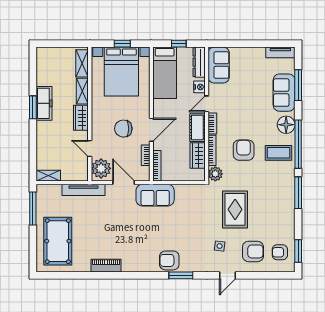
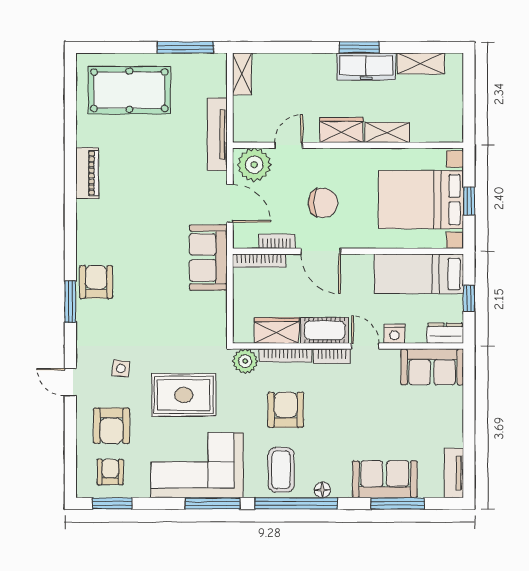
dresser: (199, 62) -> (445, 333), width x0.70
shelving: (82, 63) -> (421, 64), moved
floor lamp: (286, 125) -> (322, 490), width x0.53, depth x0.53
chair: (123, 129) -> (323, 203), turned 91
armchair: (244, 150) -> (286, 410), turned -90
door: (124, 183) -> (230, 203), hinge flipped
corner sofa: (276, 202) -> (197, 465), added

